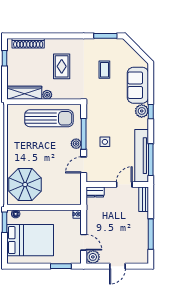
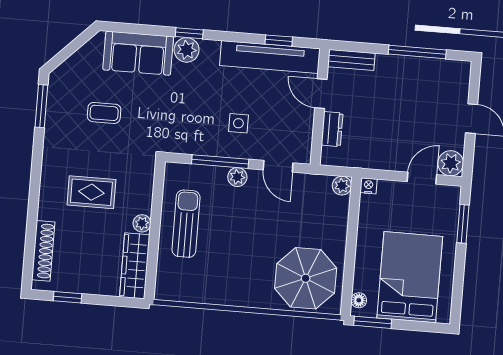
sun lounger: (49, 118) -> (186, 224), width x0.73, depth x0.75
window: (151, 160) -> (279, 41), width x0.46
dresser: (95, 192) -> (332, 129), moved
plant: (76, 200) -> (342, 186), added

